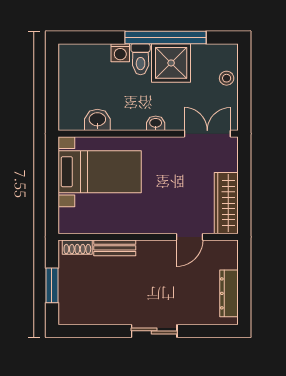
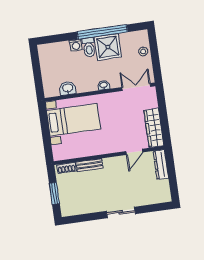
dresser: (229, 293) -> (161, 165), moved

